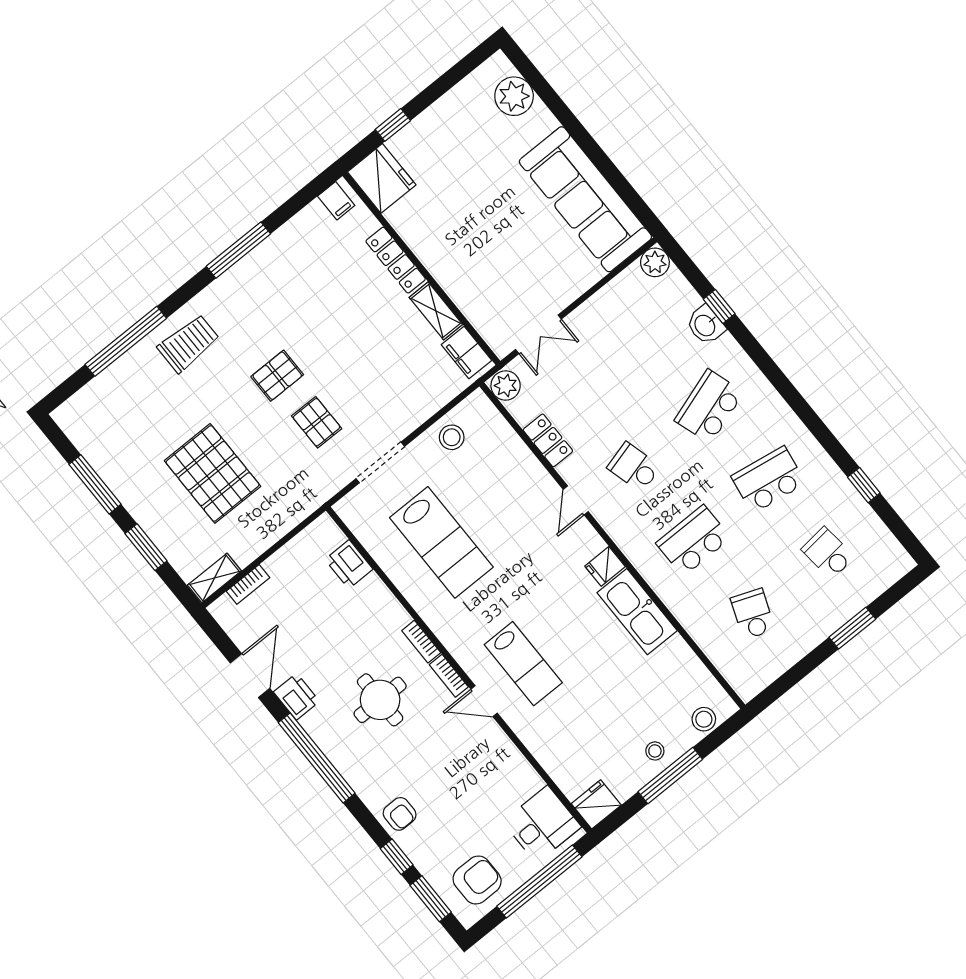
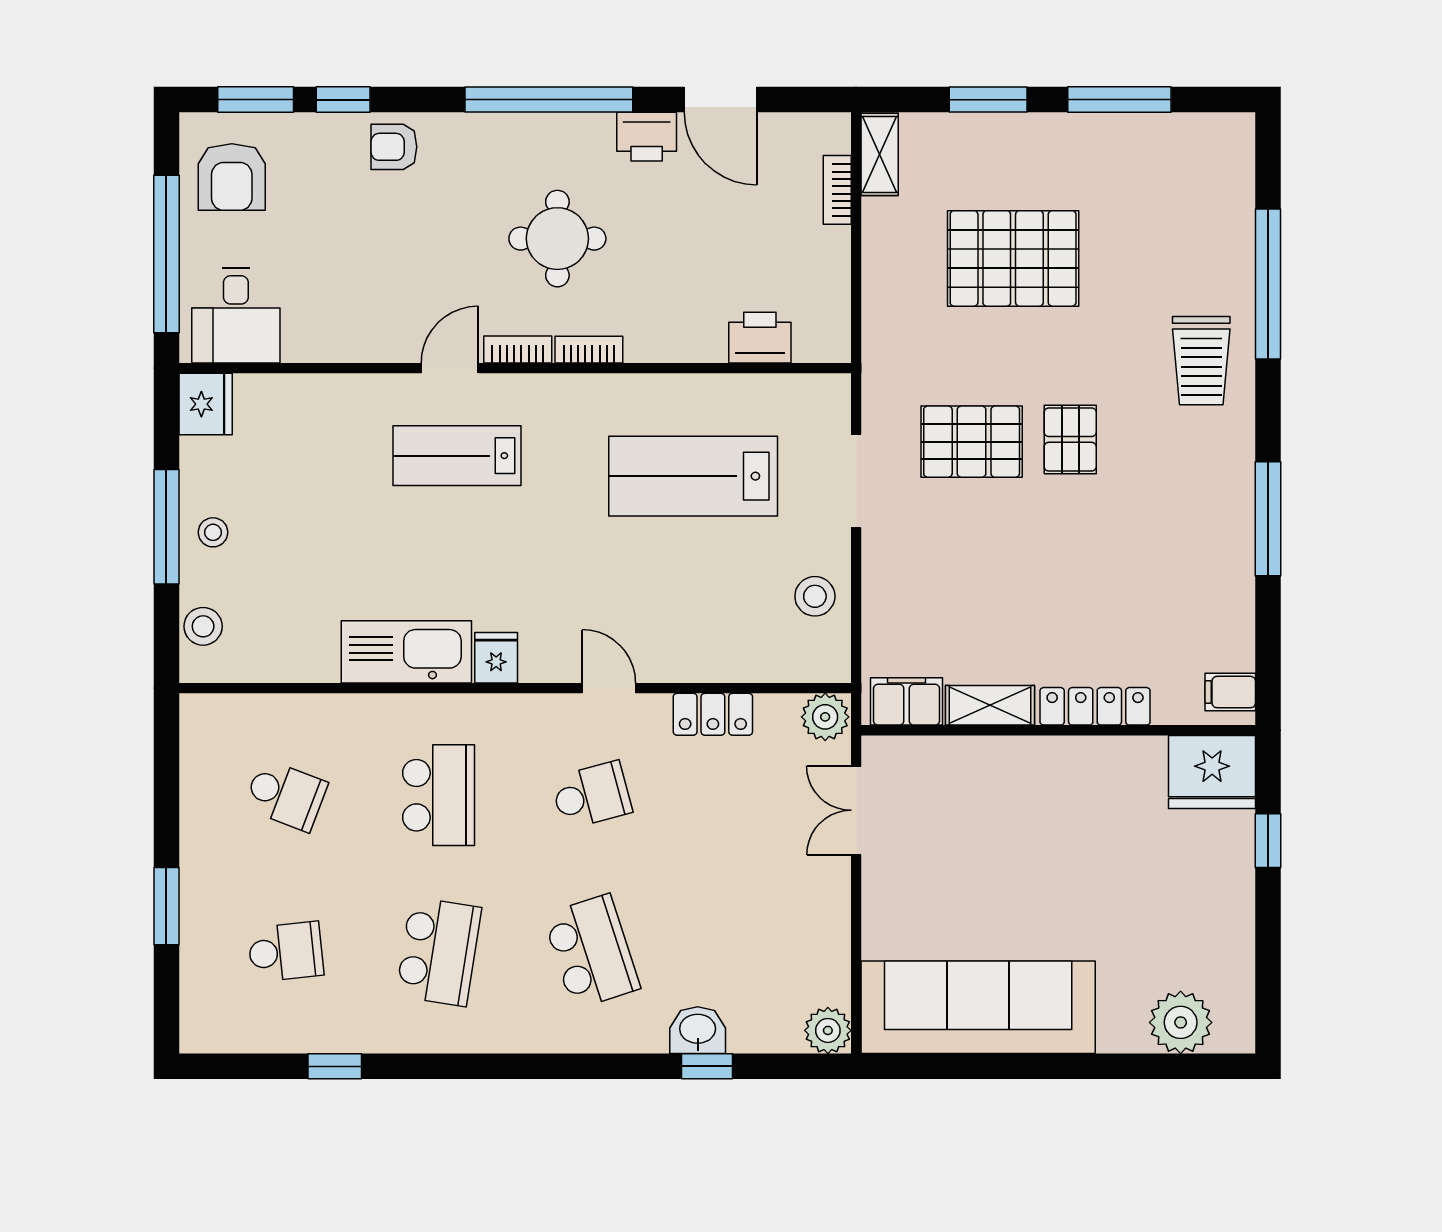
pallet: (317, 422) -> (972, 442), width x1.50, depth x1.42

